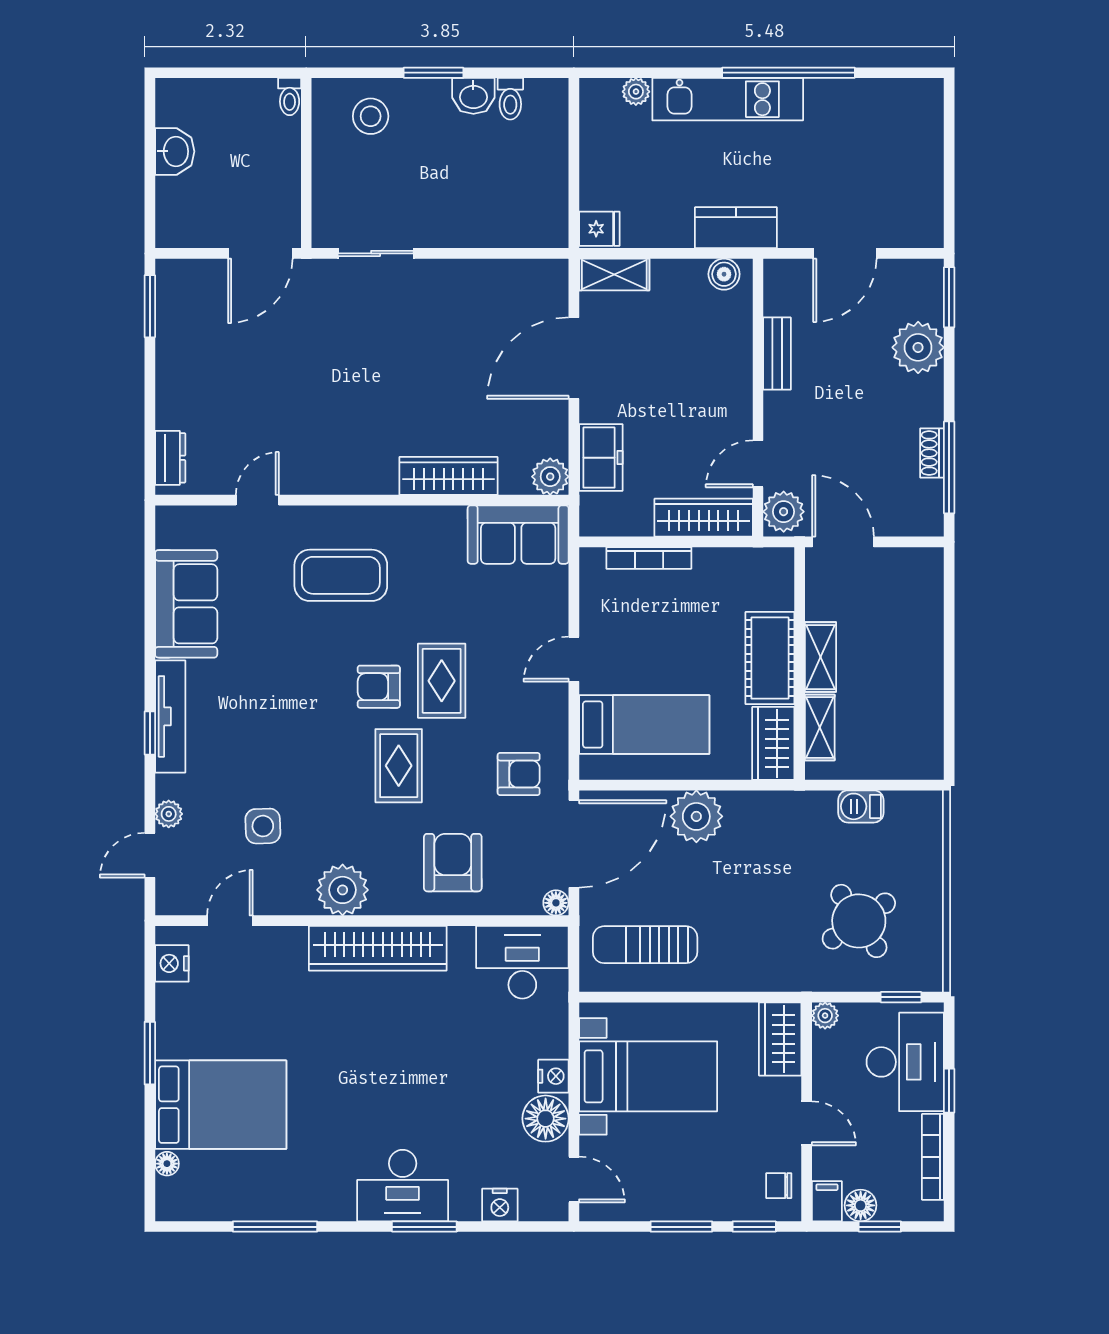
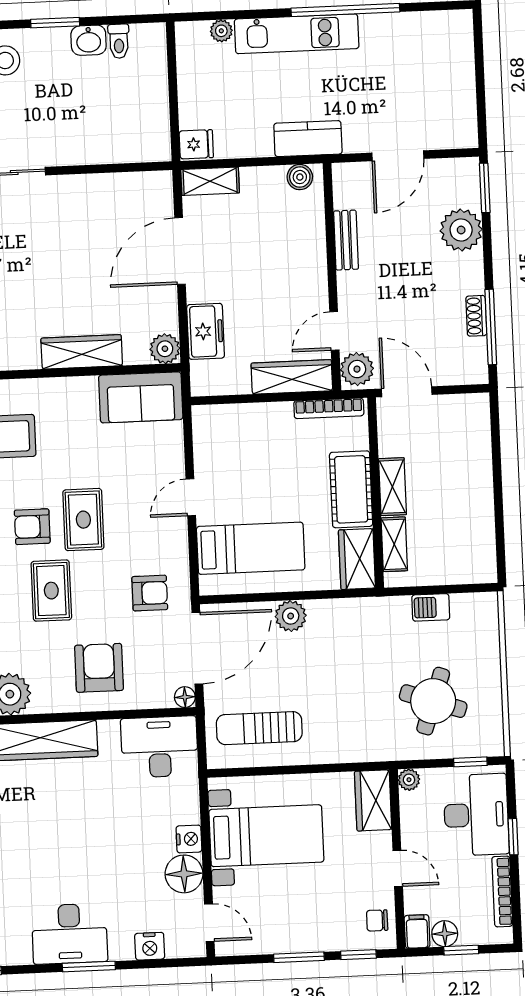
bookcase: (649, 558) -> (329, 408), moved
plant: (696, 816) -> (291, 616), width x0.73, depth x0.73
round table: (859, 921) -> (433, 701), turned -37

